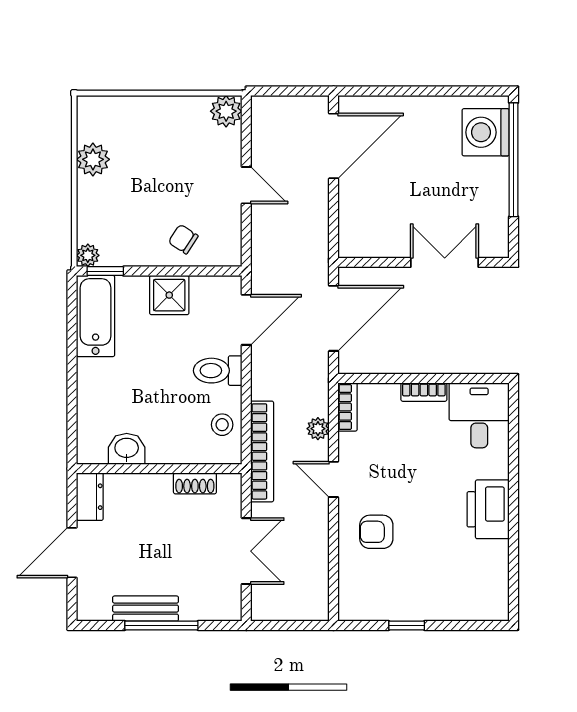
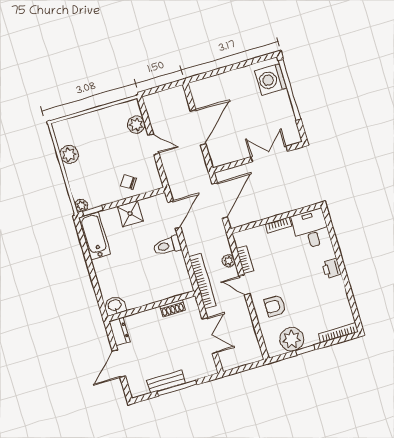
plant: (226, 111) -> (136, 125), moved
door: (333, 146) -> (198, 127), moved
bookcase: (347, 407) -> (245, 260), moved
stool: (222, 425) -> (178, 273), removed
washbasin: (127, 449) -> (115, 306), moved
printer: (488, 509) -> (332, 268), width x0.53, depth x0.68
plant: (388, 599) -> (292, 339), added
bookcase: (473, 612) -> (338, 333), added

